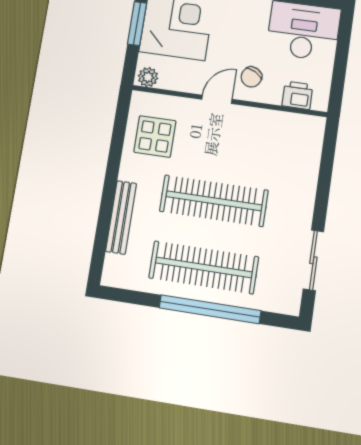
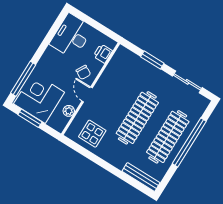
plant: (148, 77) -> (69, 111), moved
window: (324, 183) -> (152, 60), added
bench: (121, 217) -> (141, 177), moved

